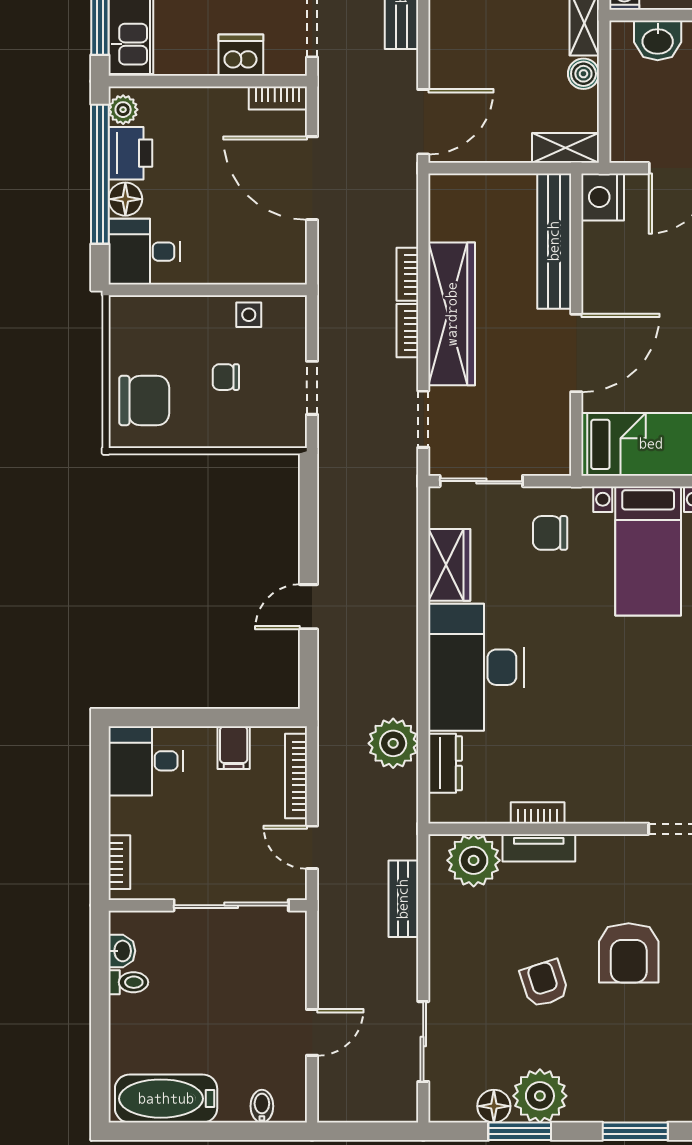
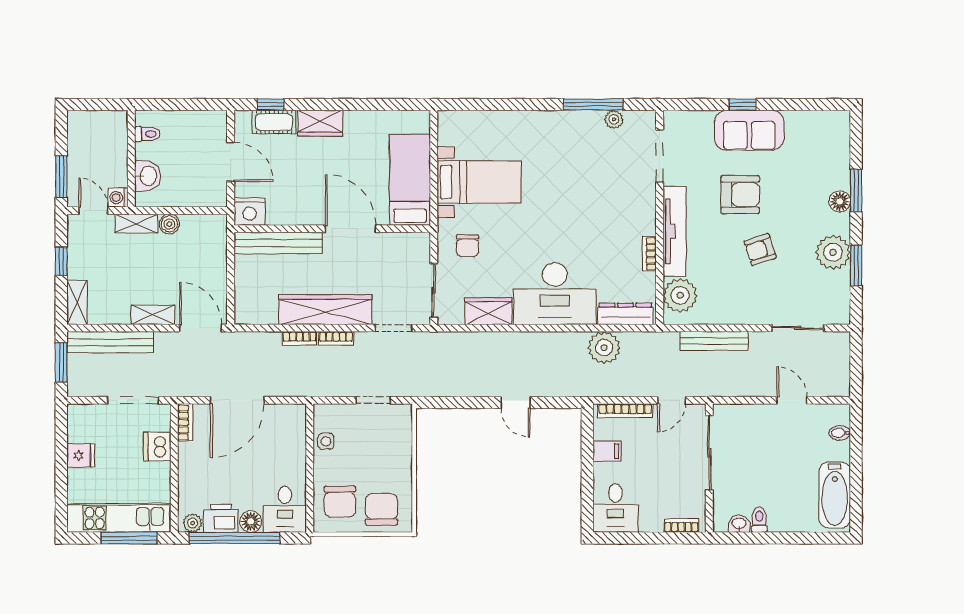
shelving: (565, 148) -> (153, 315), moved, turned 90
chair: (226, 377) -> (340, 502), moved, width x1.87, depth x1.87
dresser: (445, 763) -> (625, 314), width x1.44
tv unit: (539, 848) -> (675, 231), width x1.92, depth x1.29
bench: (403, 899) -> (714, 341), width x1.36
floor lamp: (494, 1106) -> (840, 201), moved

